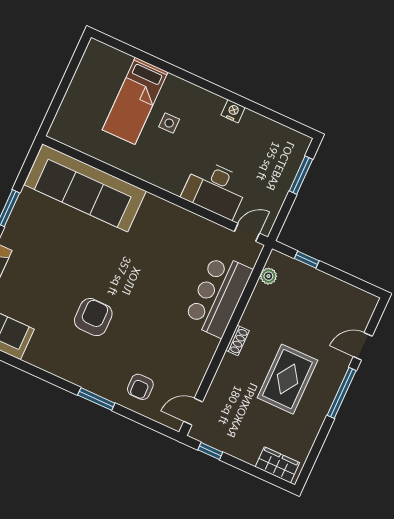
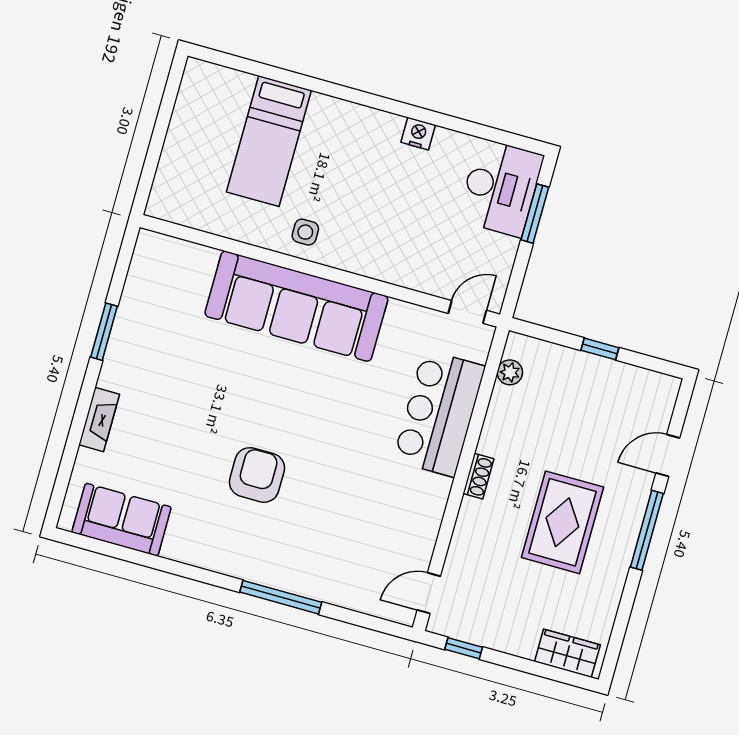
side table: (169, 123) -> (305, 232), moved
sofa: (85, 188) -> (296, 306), moved
desk: (215, 189) -> (500, 188), moved, turned -90
window: (307, 260) -> (600, 349), moved
armchair: (140, 387) -> (344, 568), removed
window: (96, 399) -> (281, 597), width x1.44

